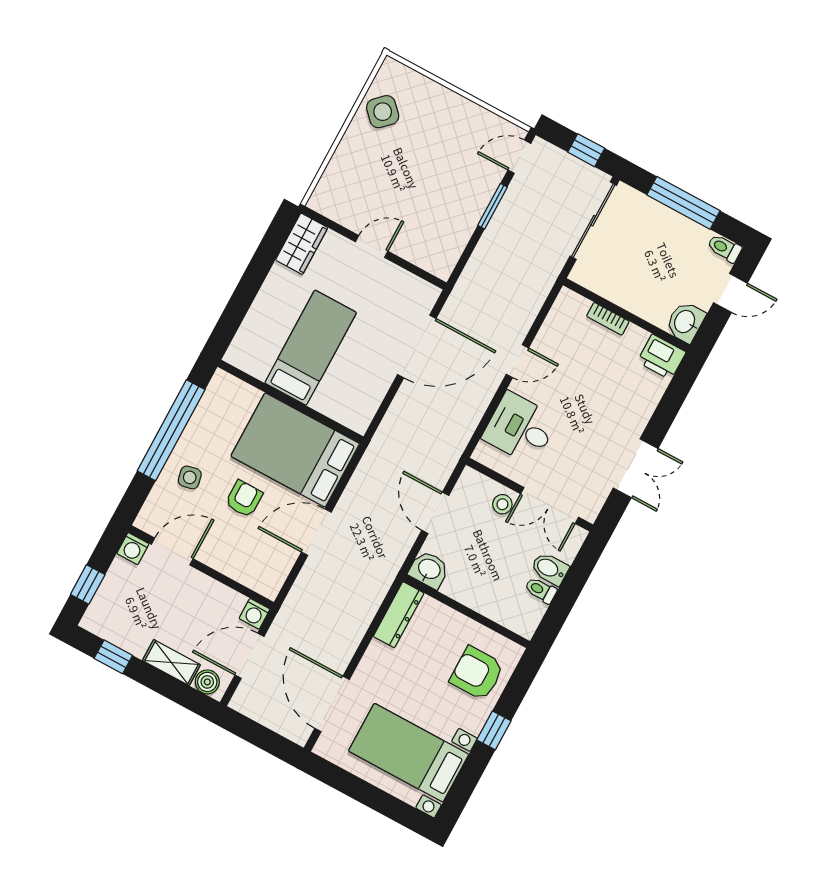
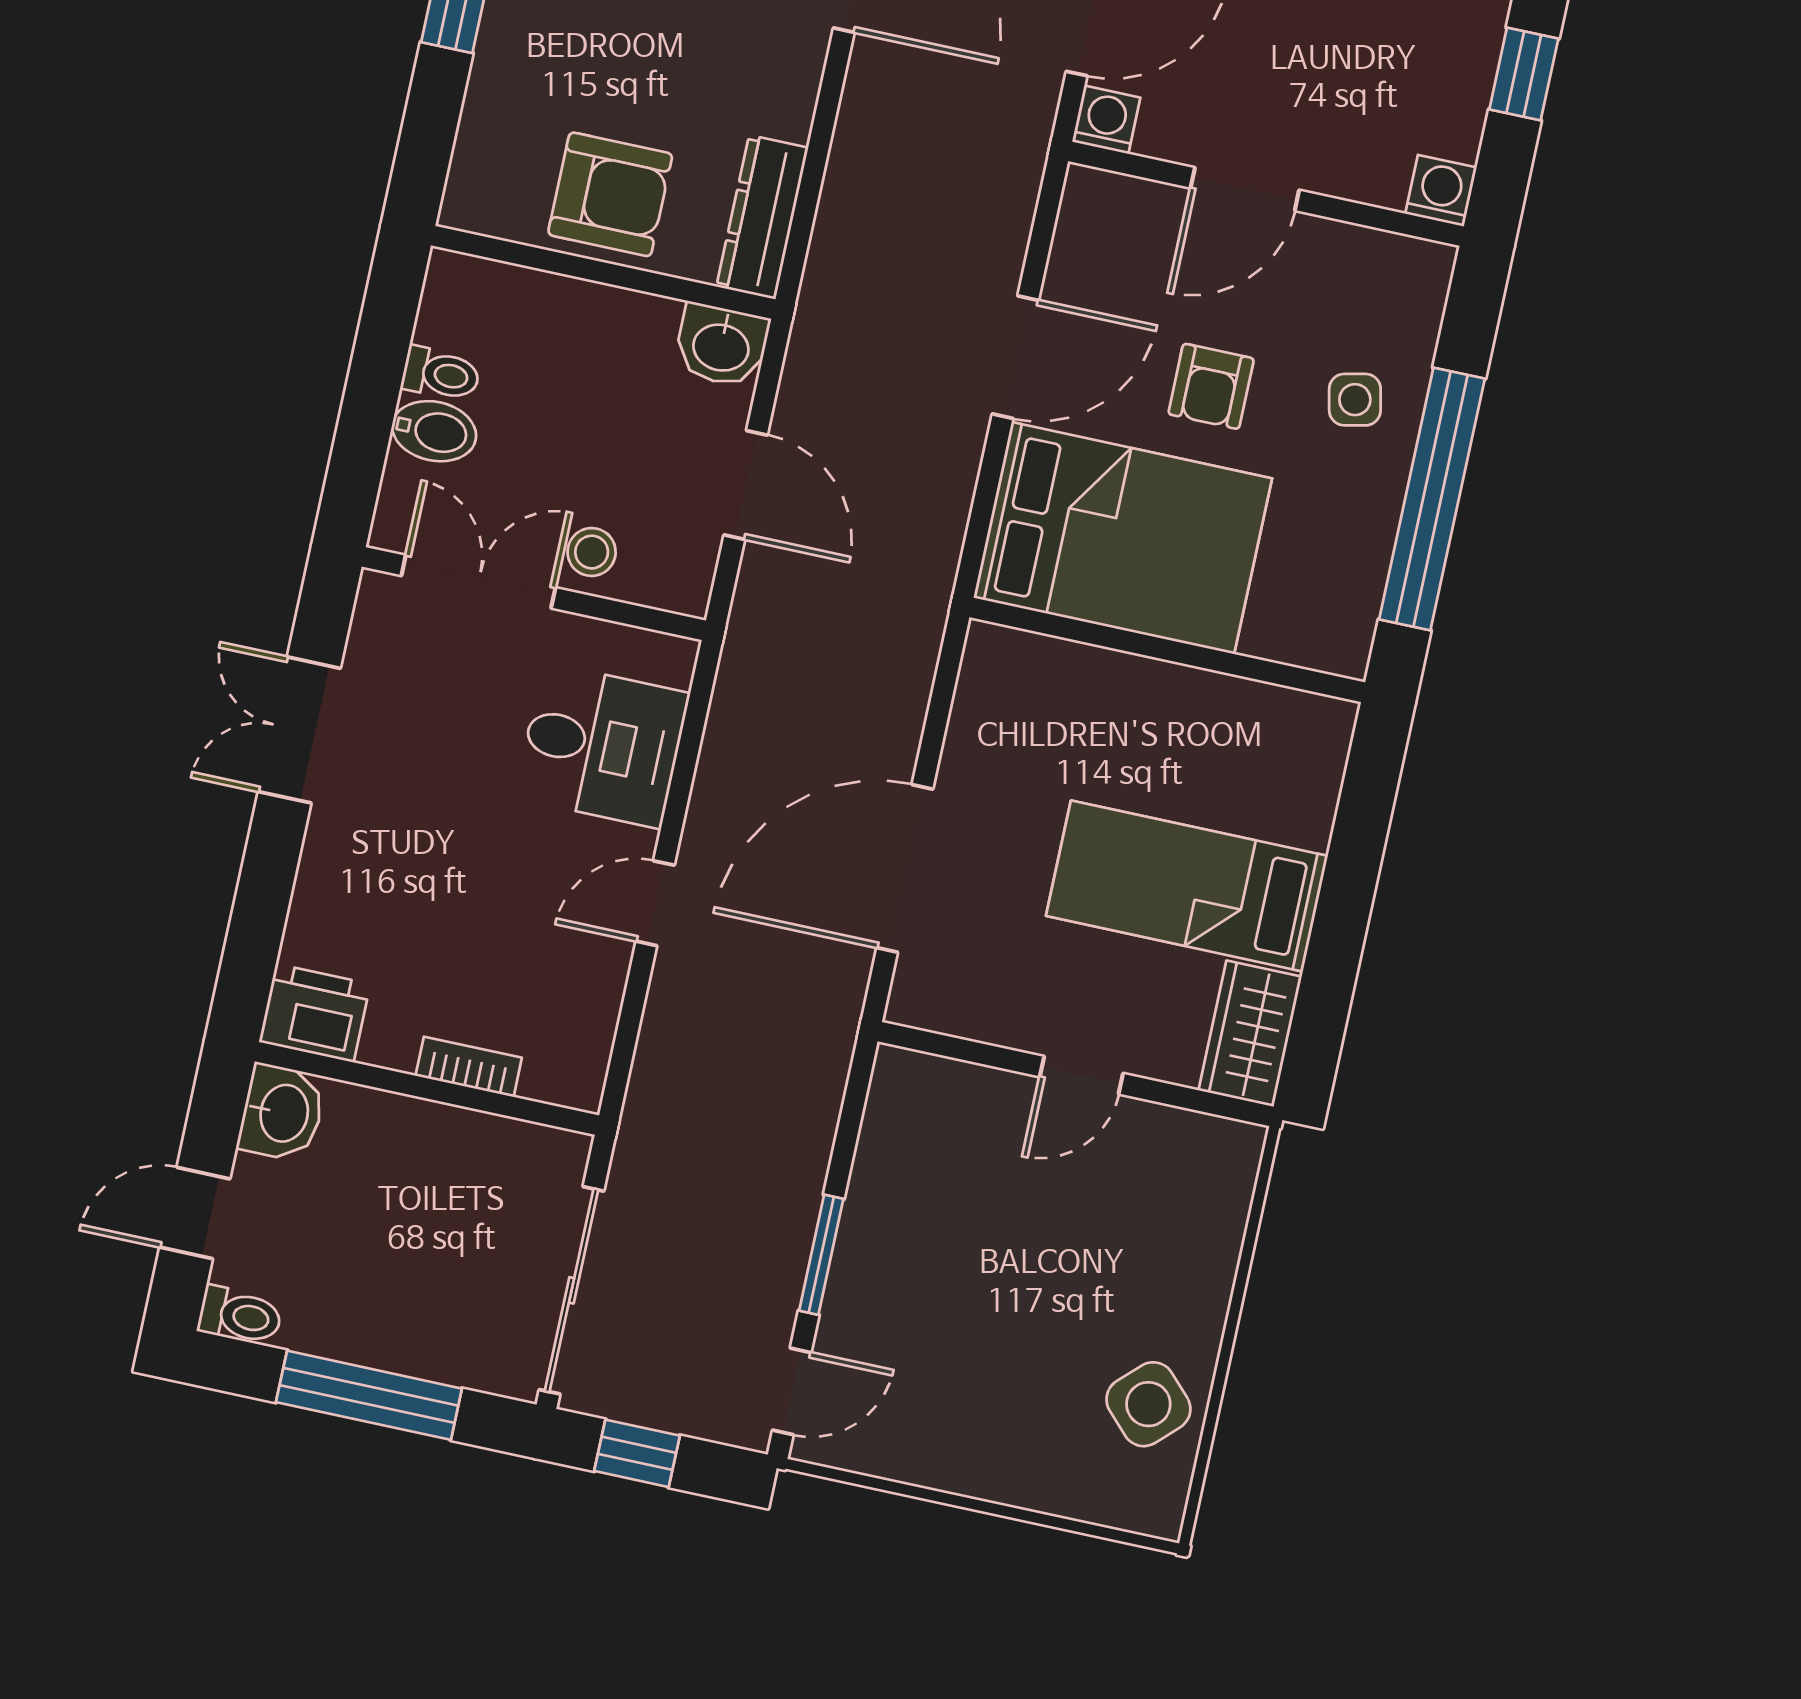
bed: (311, 348) -> (1187, 886), moved, turned 90
door: (172, 552) -> (1245, 189), moved
armchair: (477, 673) -> (610, 194), moved

